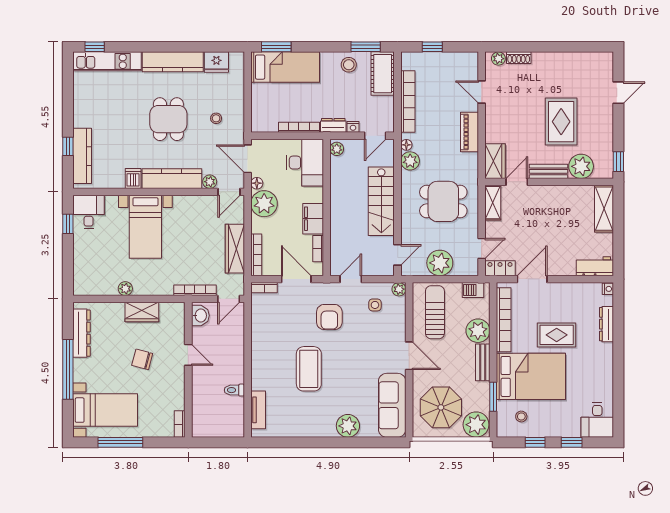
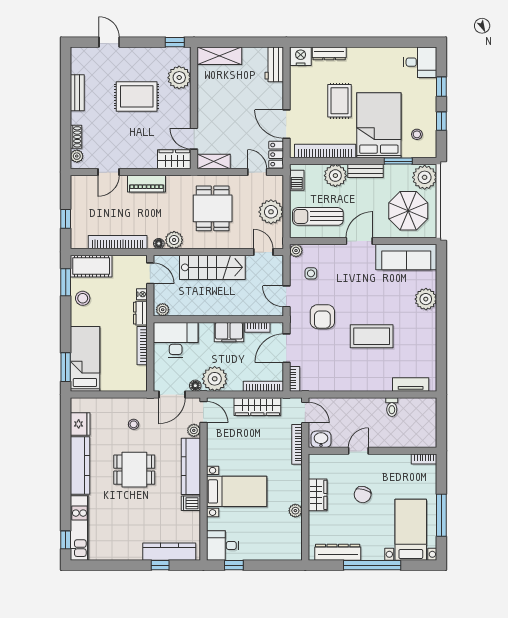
bench: (548, 171) -> (77, 93), moved
nightstand: (608, 289) -> (301, 56), width x1.89, depth x1.79
armchair: (329, 317) -> (322, 317), turned 90

